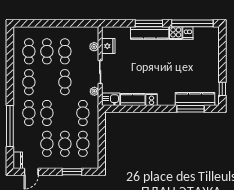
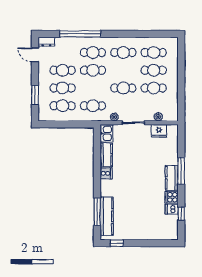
window: (192, 23) -> (181, 214), width x0.32
kitchen counter: (150, 33) -> (172, 178), width x0.67

